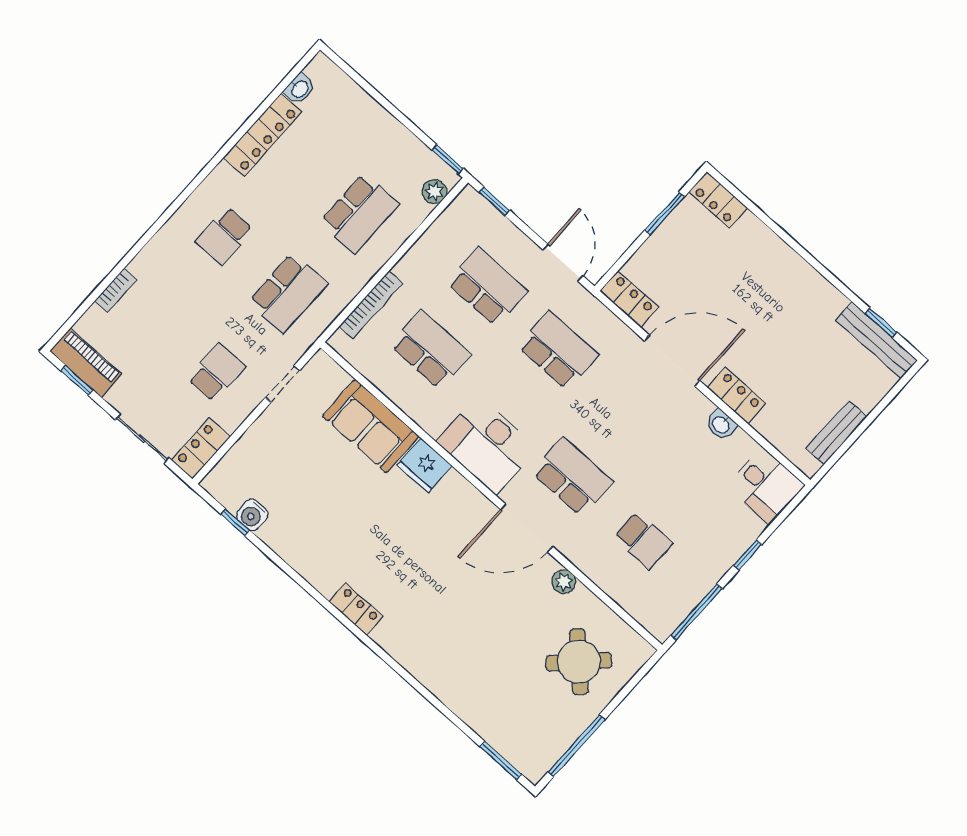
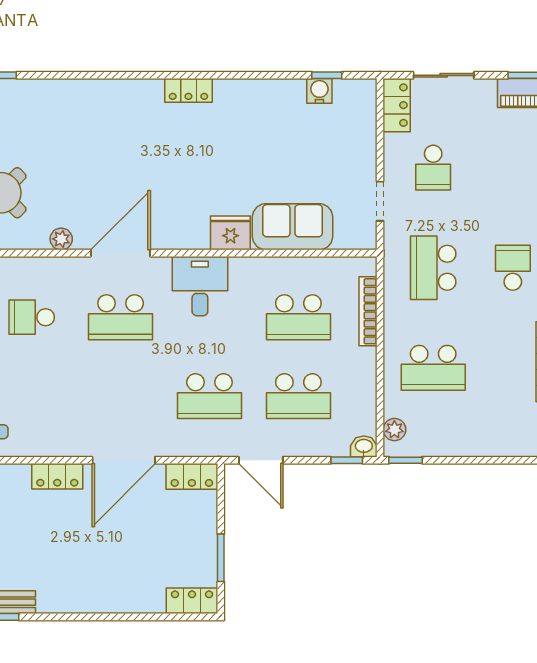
school desk: (359, 213) -> (433, 368), turned -90
washbasin: (721, 425) -> (364, 446), moved
desk: (487, 445) -> (200, 286), width x0.73

